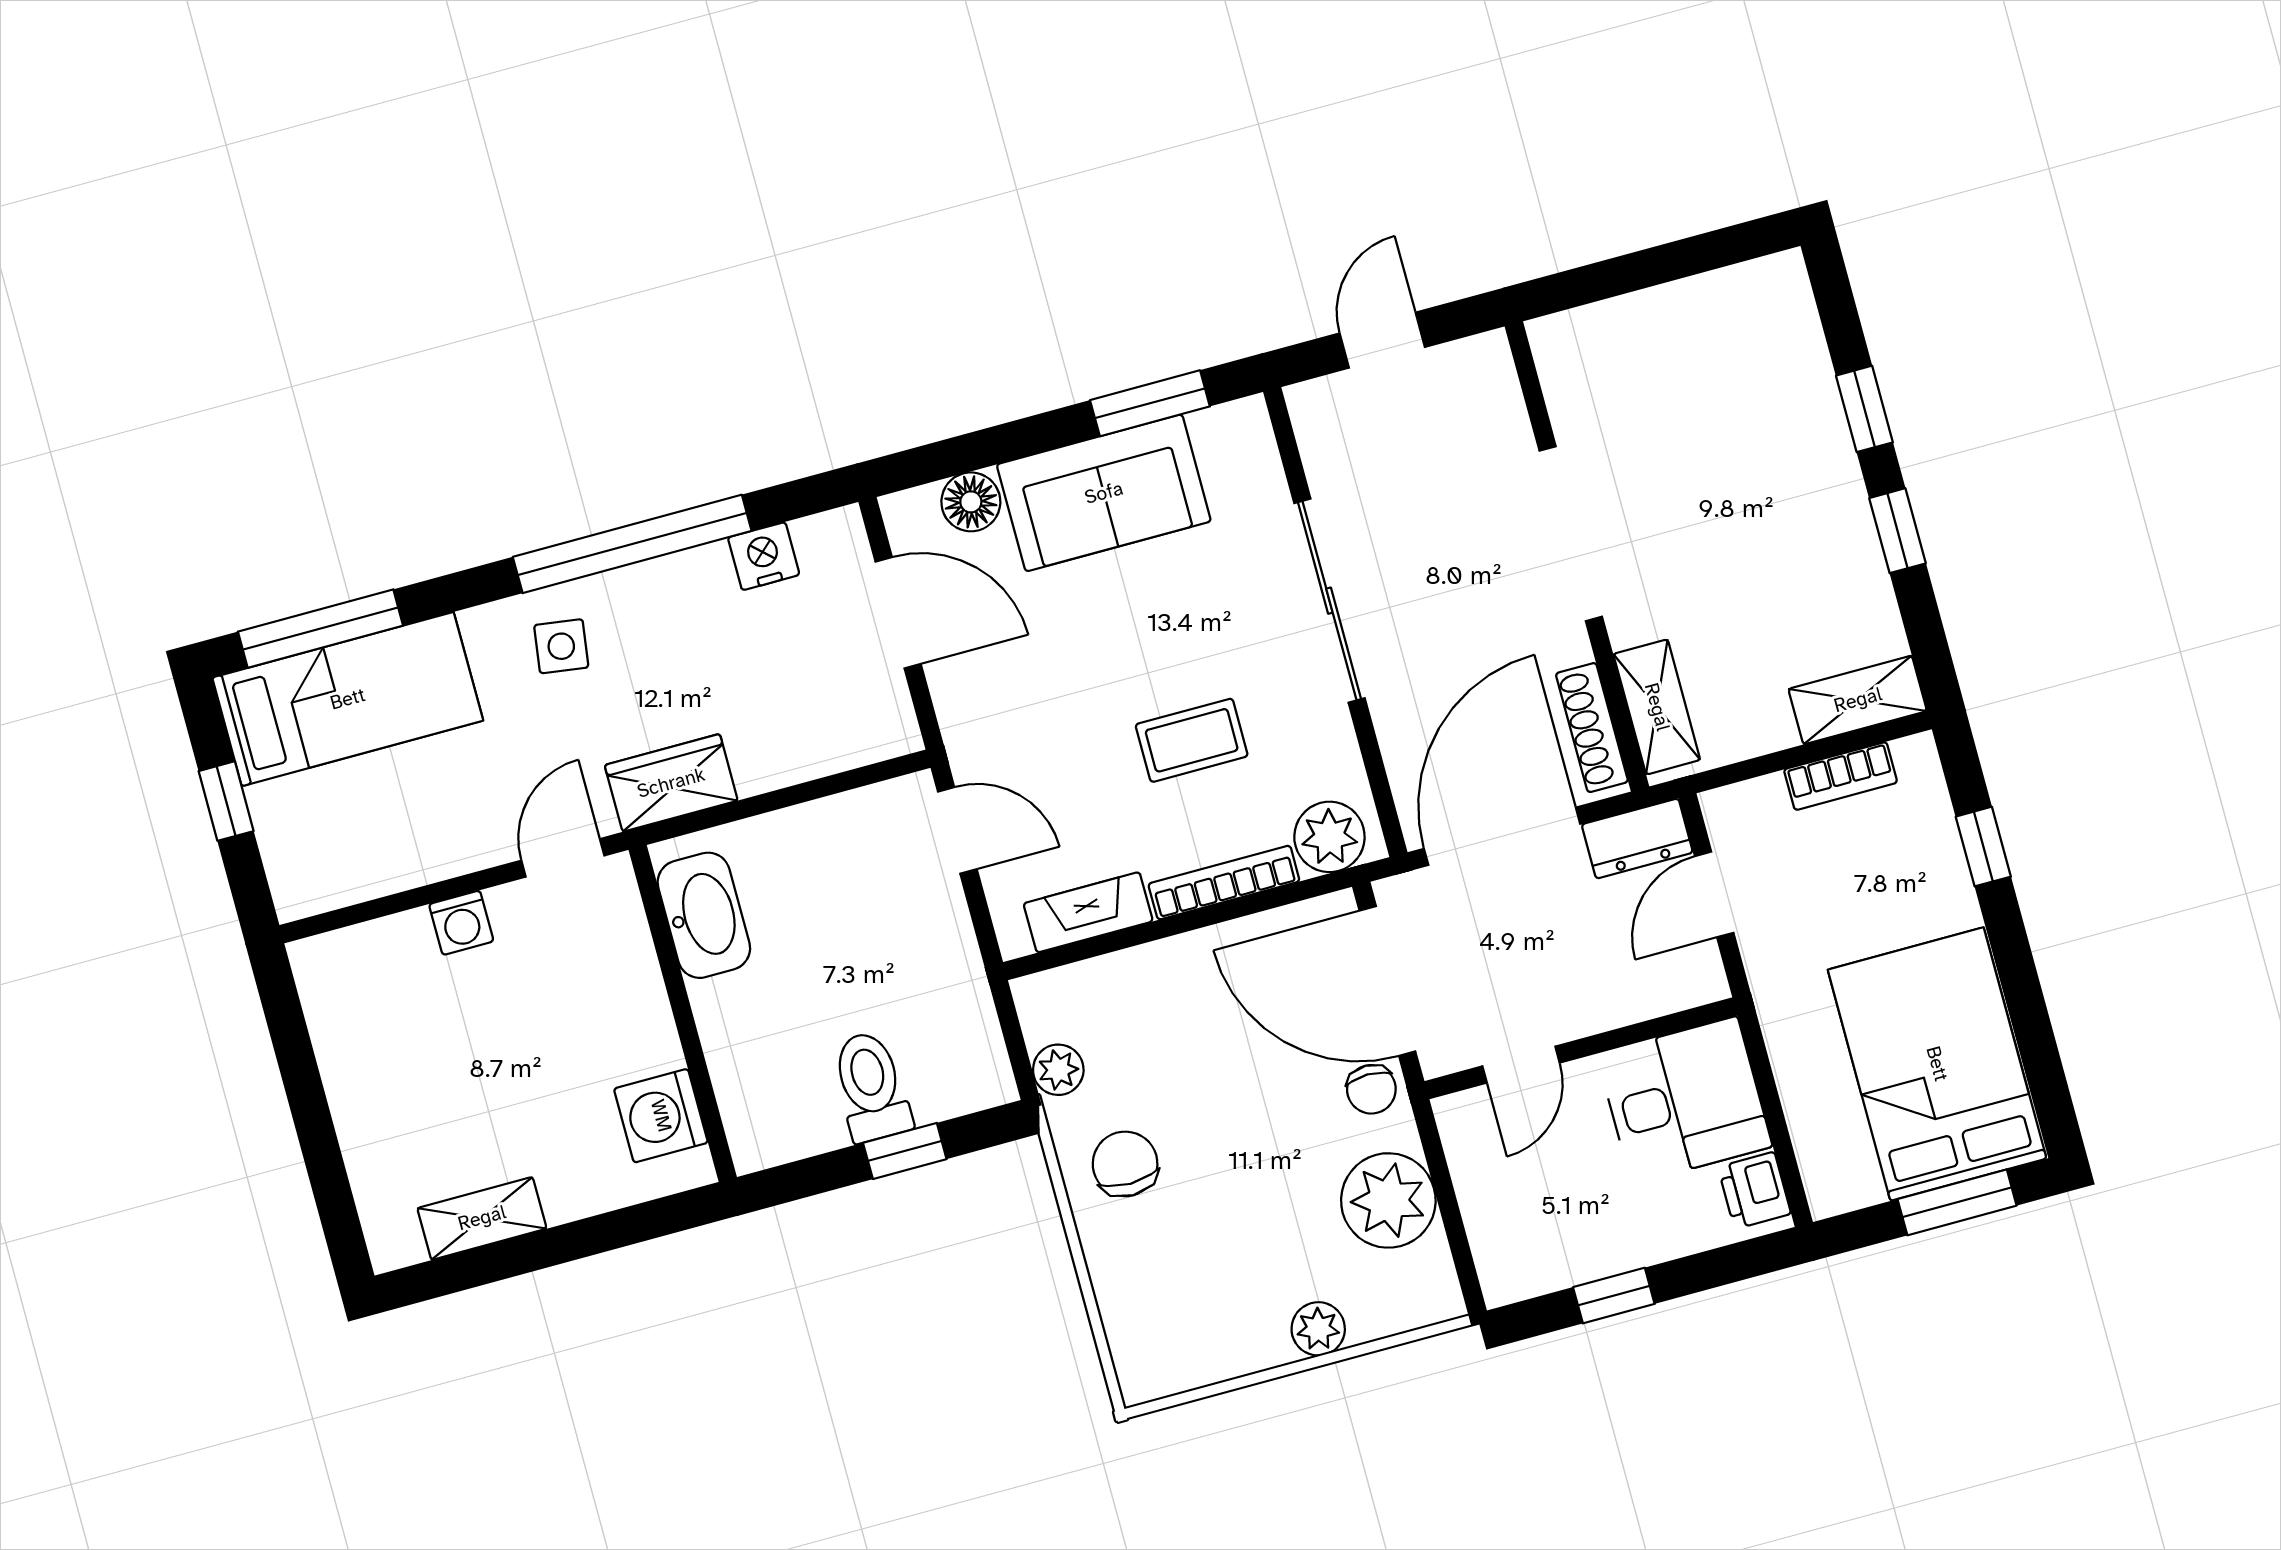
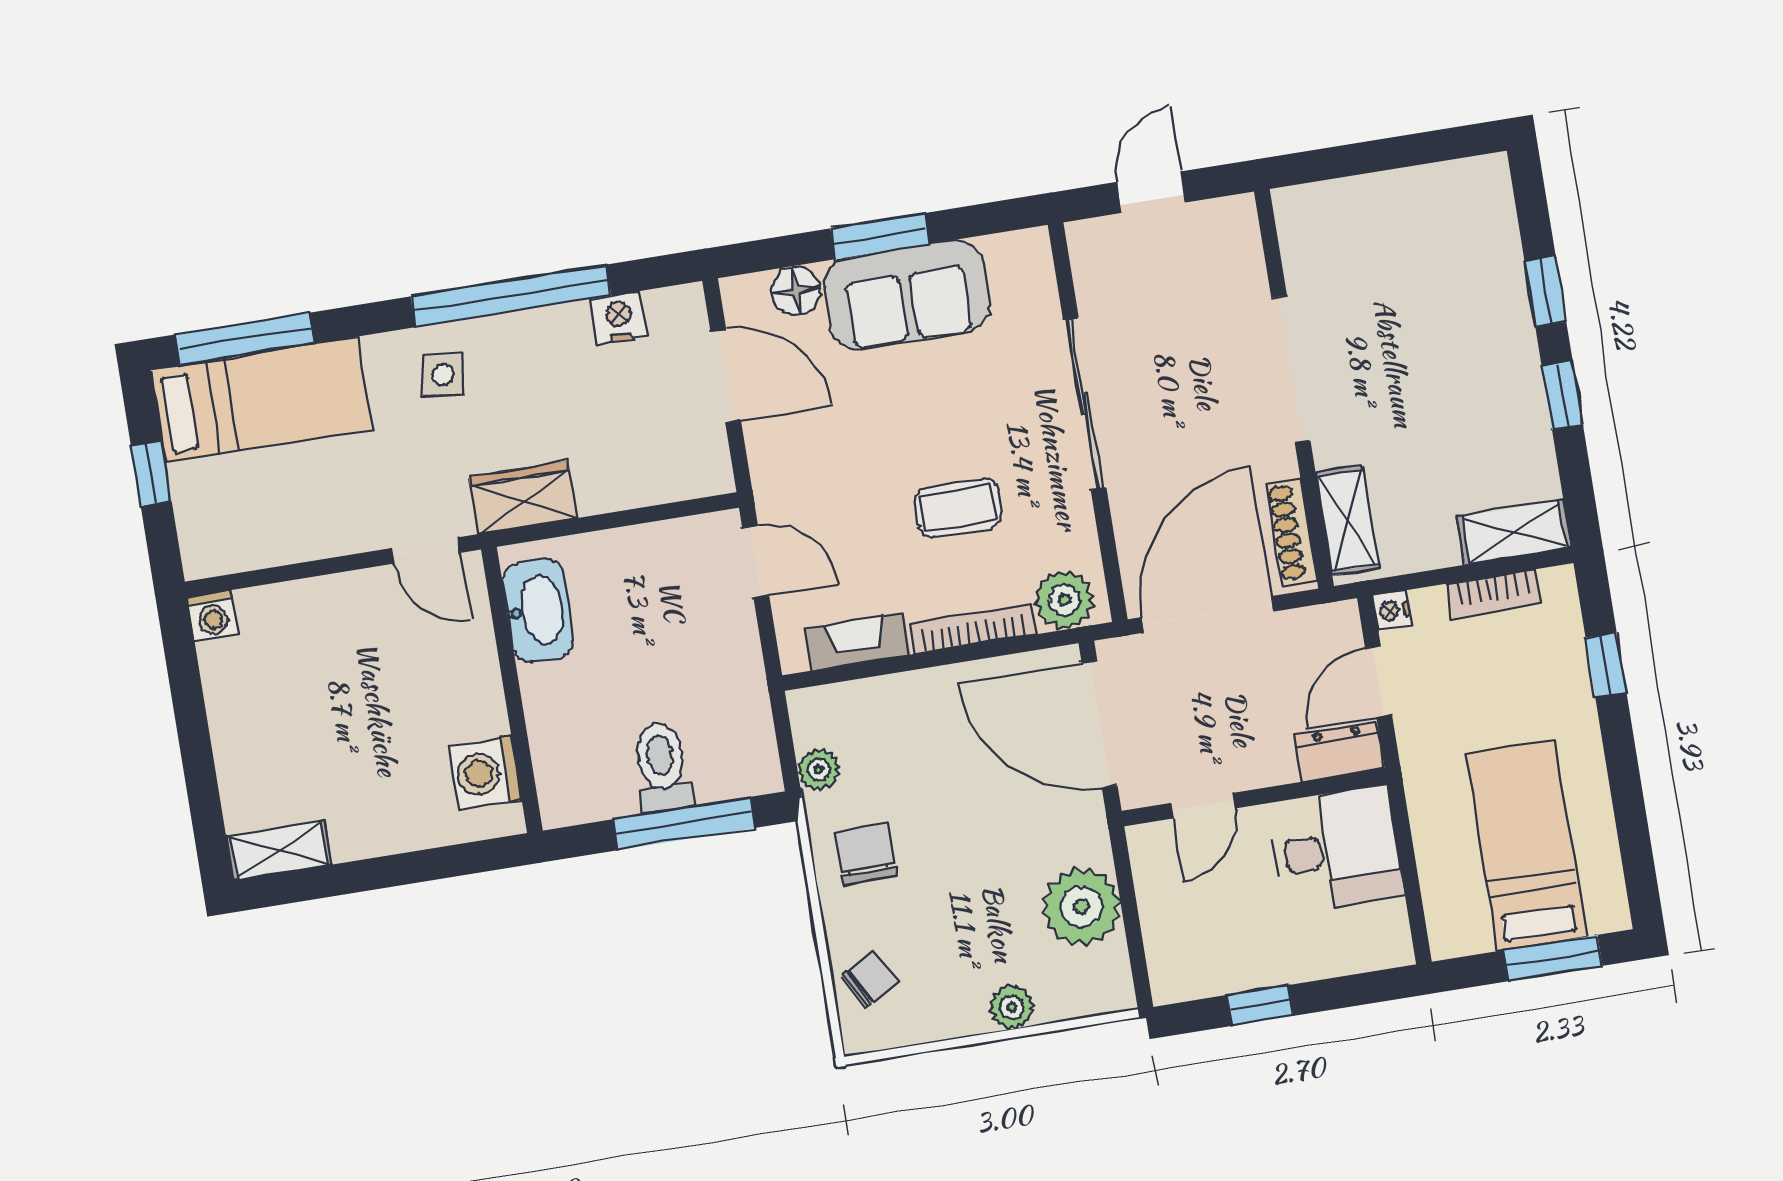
window: (1150, 403) -> (880, 236), moved
nightstand: (1722, 809) -> (1392, 611), added
dresser: (1637, 838) -> (1339, 752), moved, turned 180
door: (563, 858) -> (426, 550), swing flipped
washing machine: (461, 923) -> (213, 615), moved
bed: (1937, 1064) -> (1526, 845), width x0.67
chair: (1371, 1089) -> (869, 980), moved, turned -119
window: (905, 1151) -> (684, 824), width x2.17
printer: (1754, 1190) -> (1386, 930), removed
shelving: (482, 1218) -> (279, 851), moved

